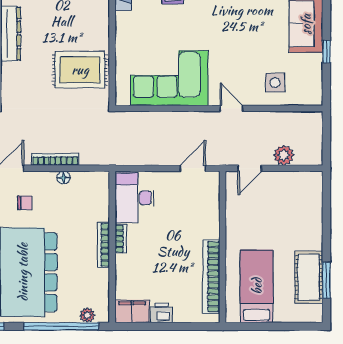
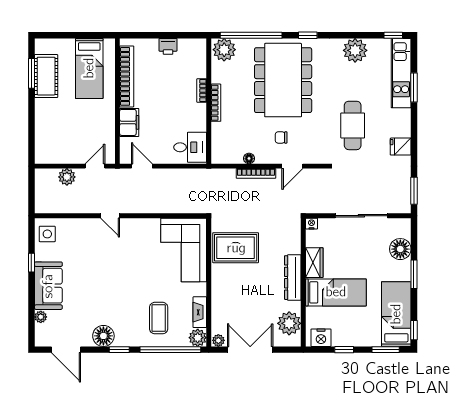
corner sofa: (169, 78) -> (184, 250), moved, turned 90
side table: (275, 83) -> (47, 234), moved
door: (193, 168) -> (142, 166), swing flipped
desk: (135, 198) -> (190, 147), width x0.73
bookcase: (121, 239) -> (202, 91), moved
filing cabinet: (132, 311) -> (129, 122), moved, turned -90
plant: (87, 315) -> (224, 50), width x1.87, depth x1.87

